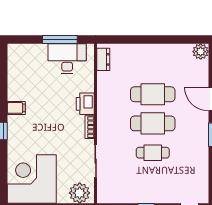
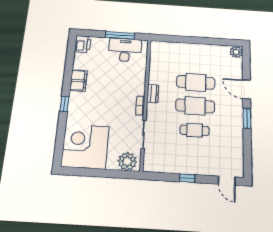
dresser: (103, 59) -> (153, 94), moved
printer: (85, 104) -> (83, 44), moved, turned 180
filing cabinet: (16, 108) -> (78, 81), width x2.00

